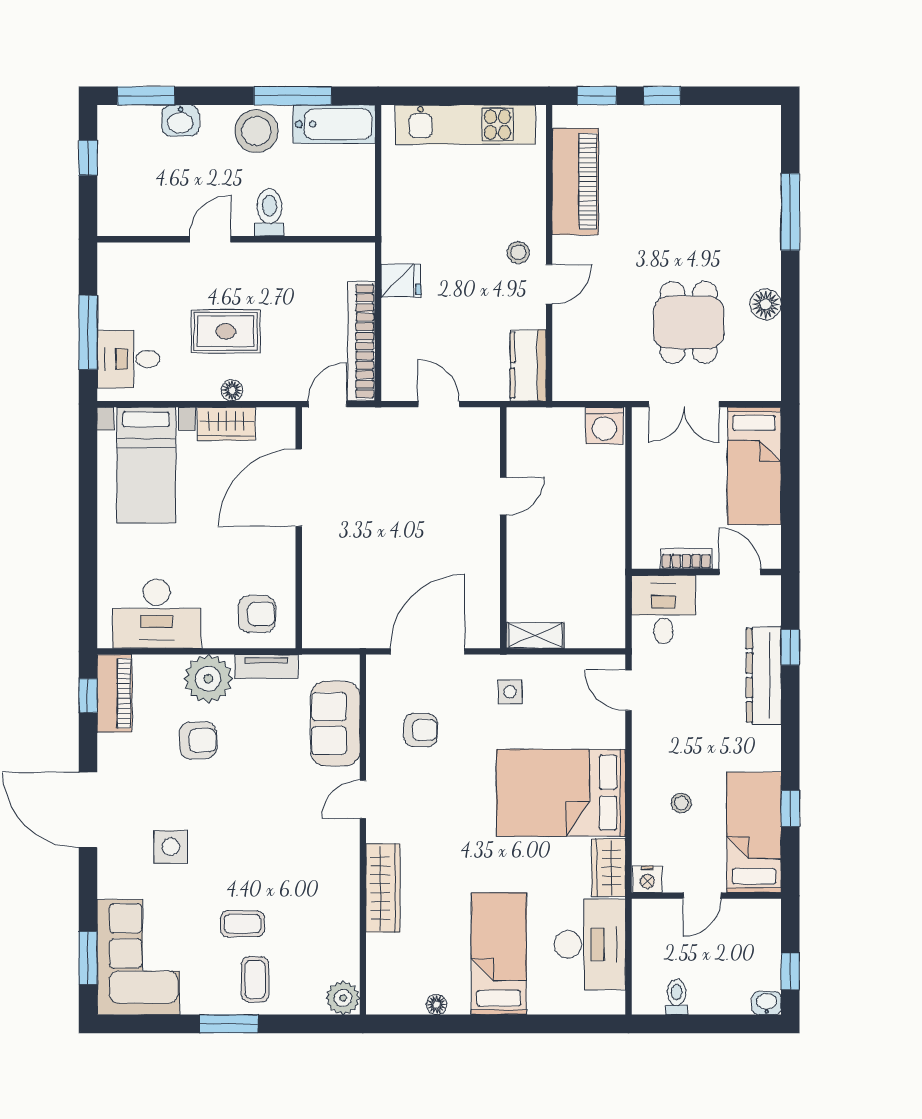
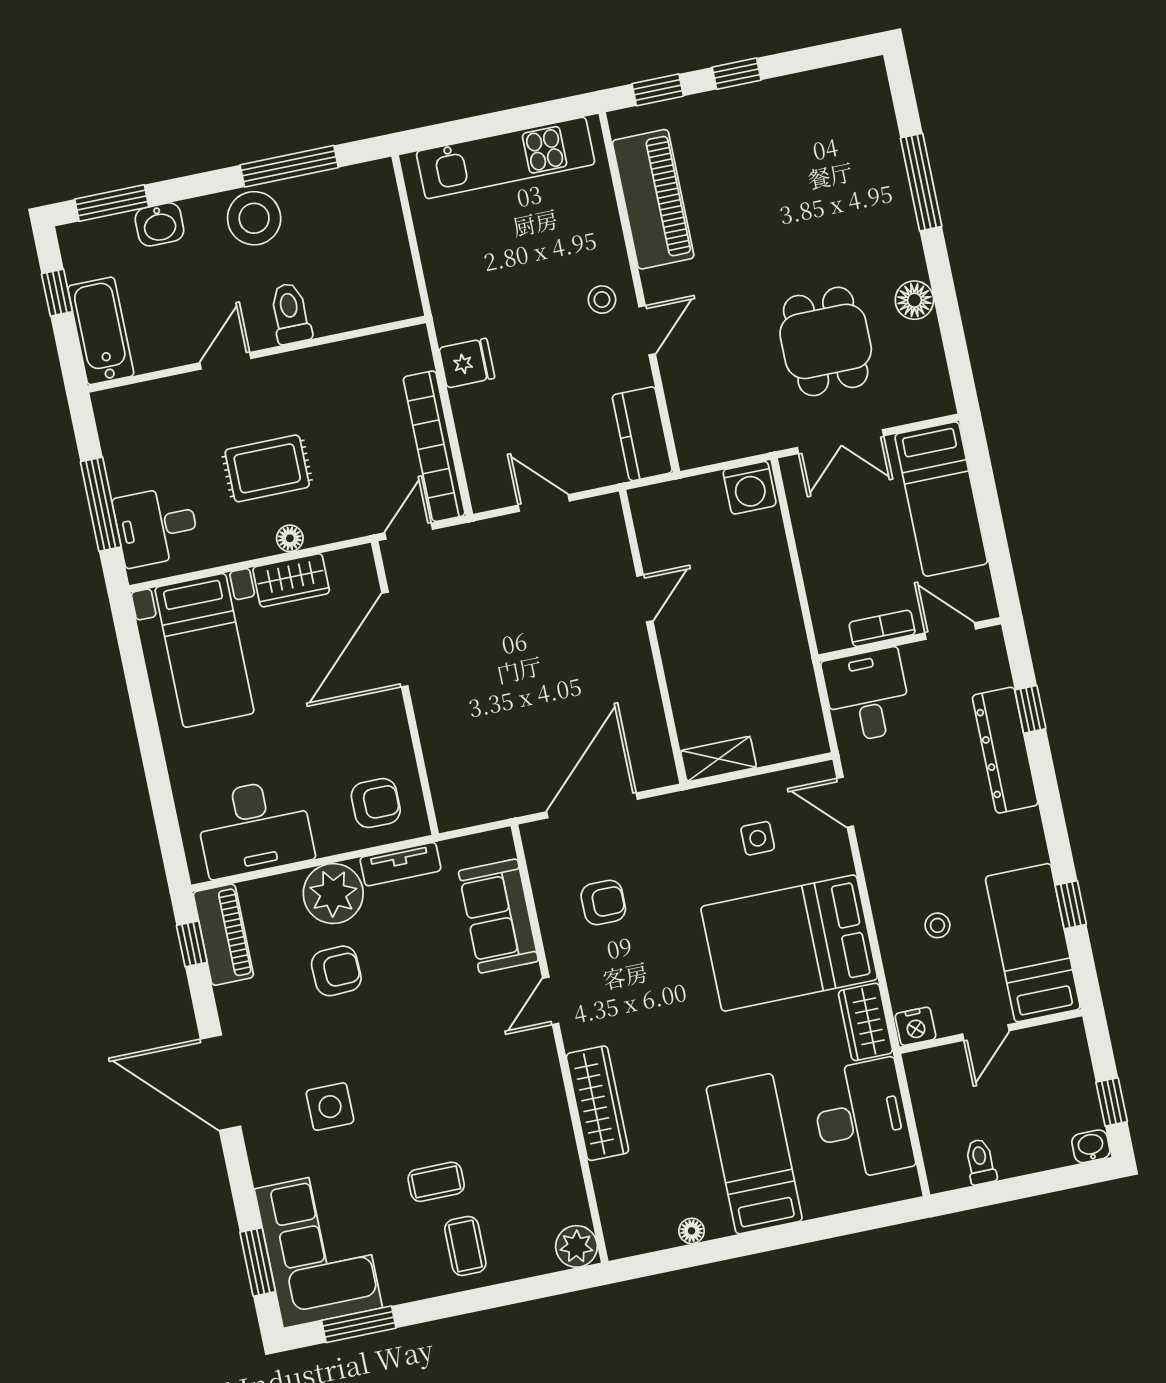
bathtub: (334, 124) -> (101, 331), moved, turned -90
side table: (510, 692) -> (758, 838), moved
window: (229, 1024) -> (359, 1324), moved

